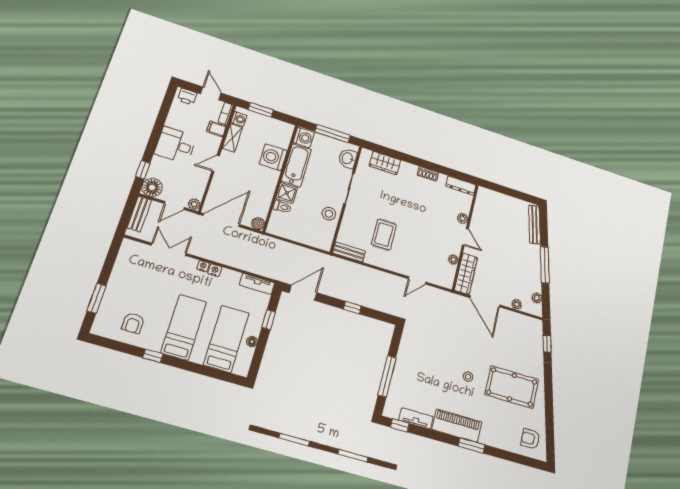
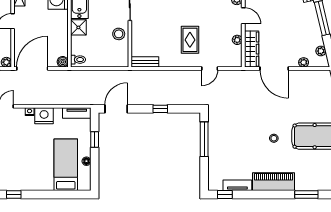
toilet: (282, 207) -> (78, 60), moved
rug: (384, 235) -> (190, 40), moved
nightstand: (215, 270) -> (44, 116), width x1.89, depth x1.79
bed: (184, 327) -> (30, 165), removed
window: (387, 376) -> (204, 139), moved
window: (472, 446) -> (306, 195), moved

